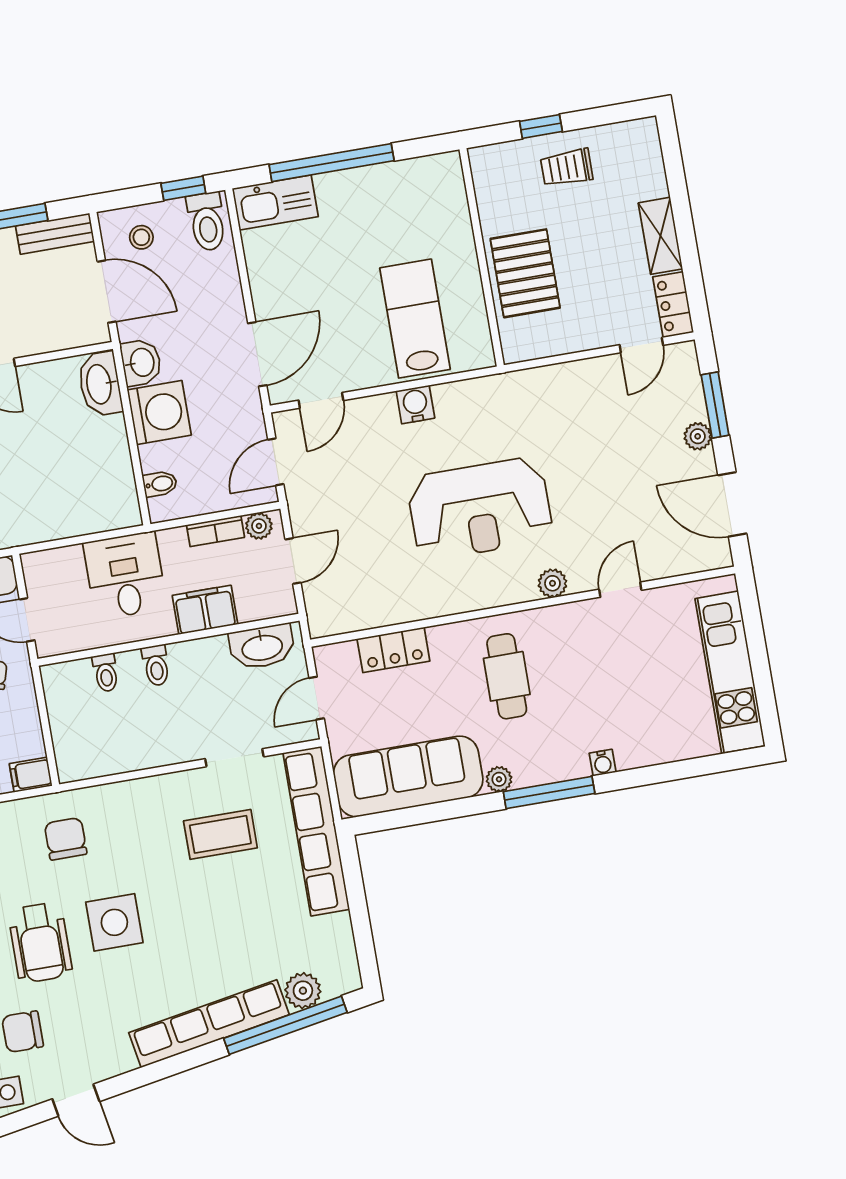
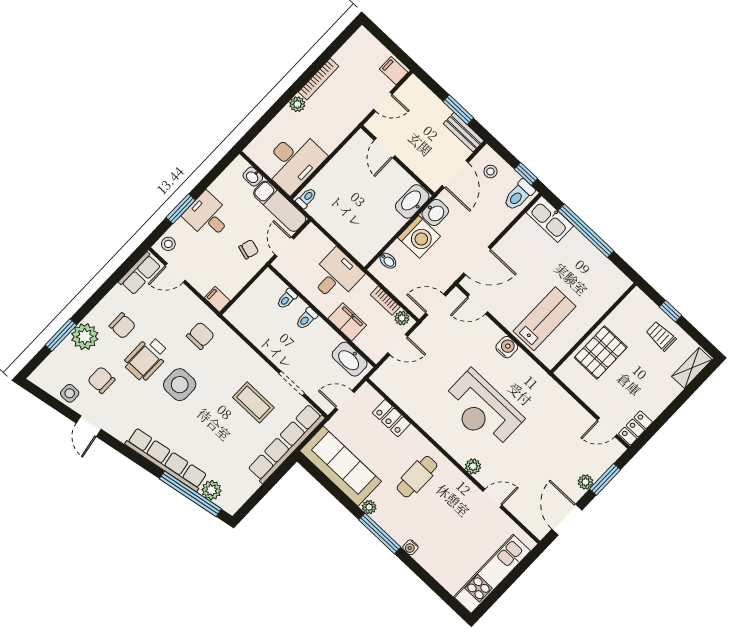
shelving: (660, 236) -> (692, 368), moved

